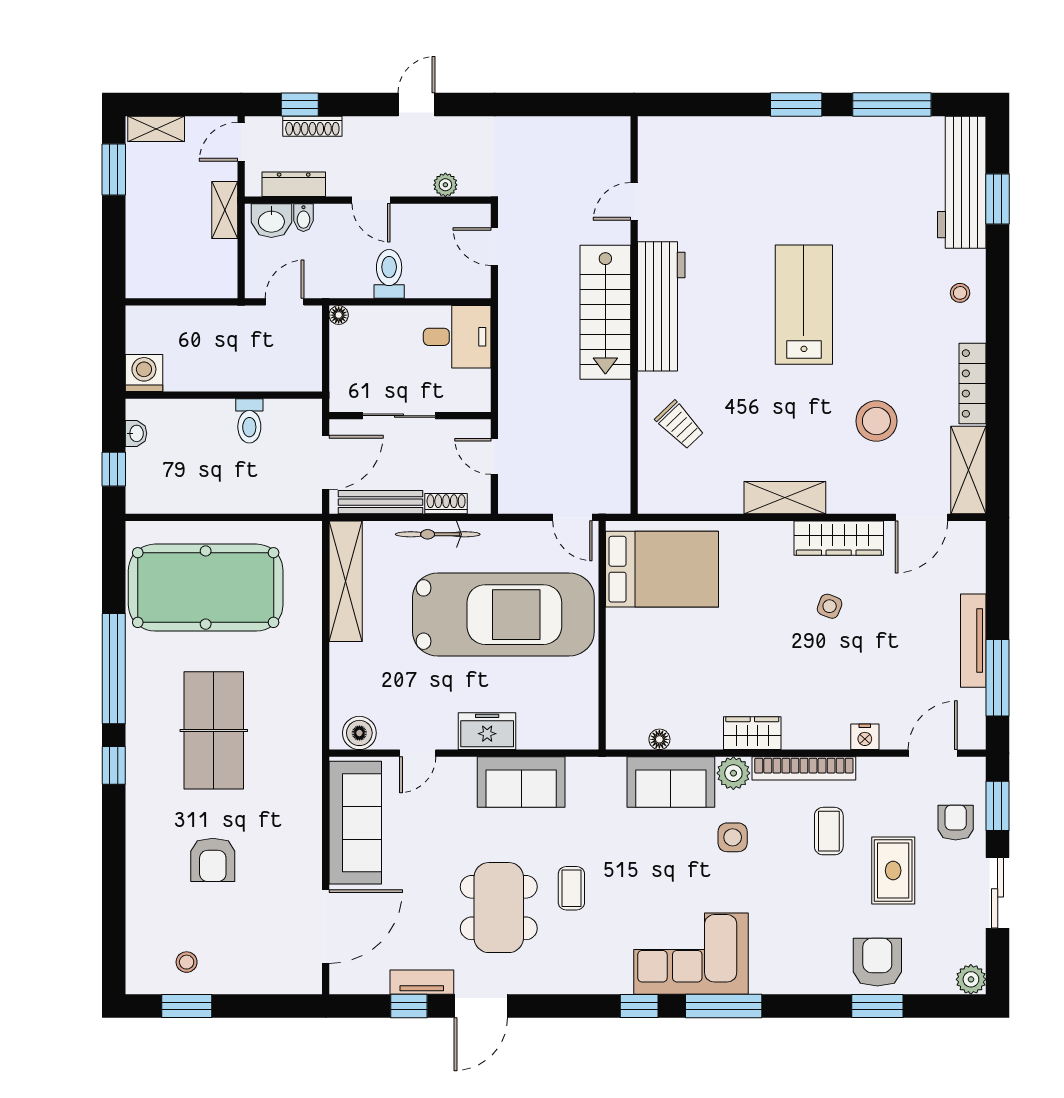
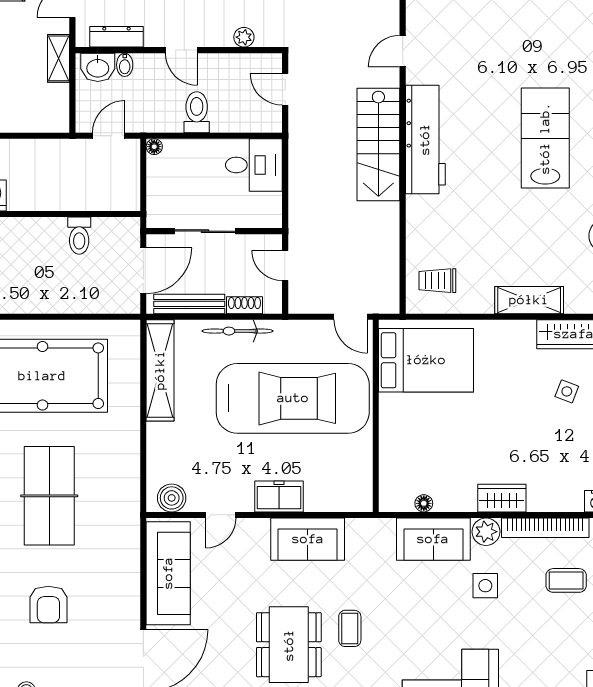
trolley: (680, 425) -> (437, 281), moved, turned 134
coffee table: (829, 831) -> (566, 580), turned 90

